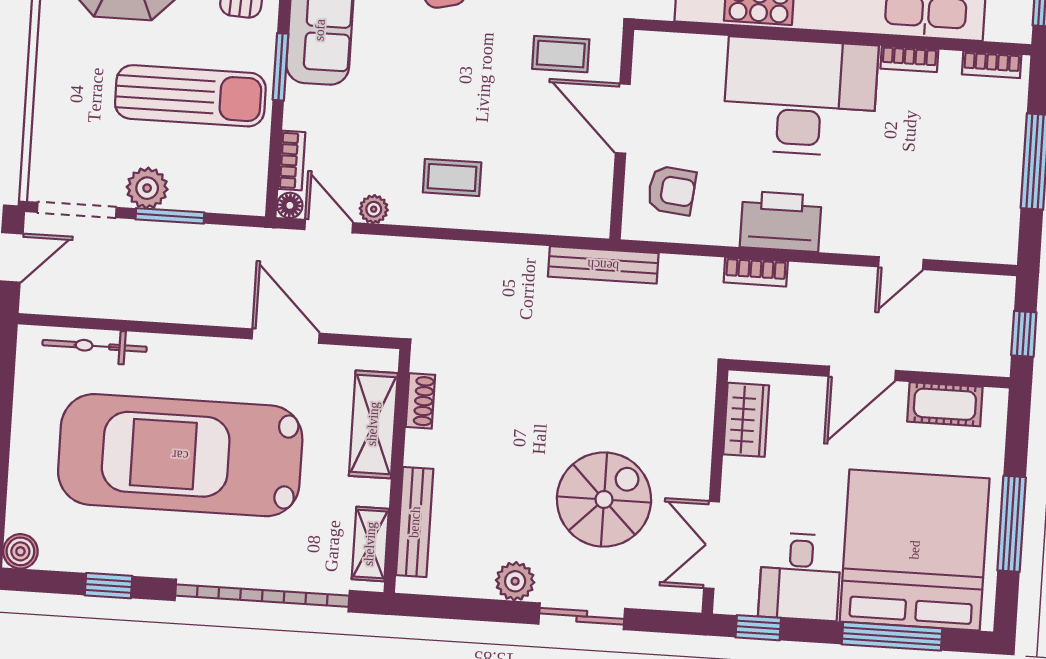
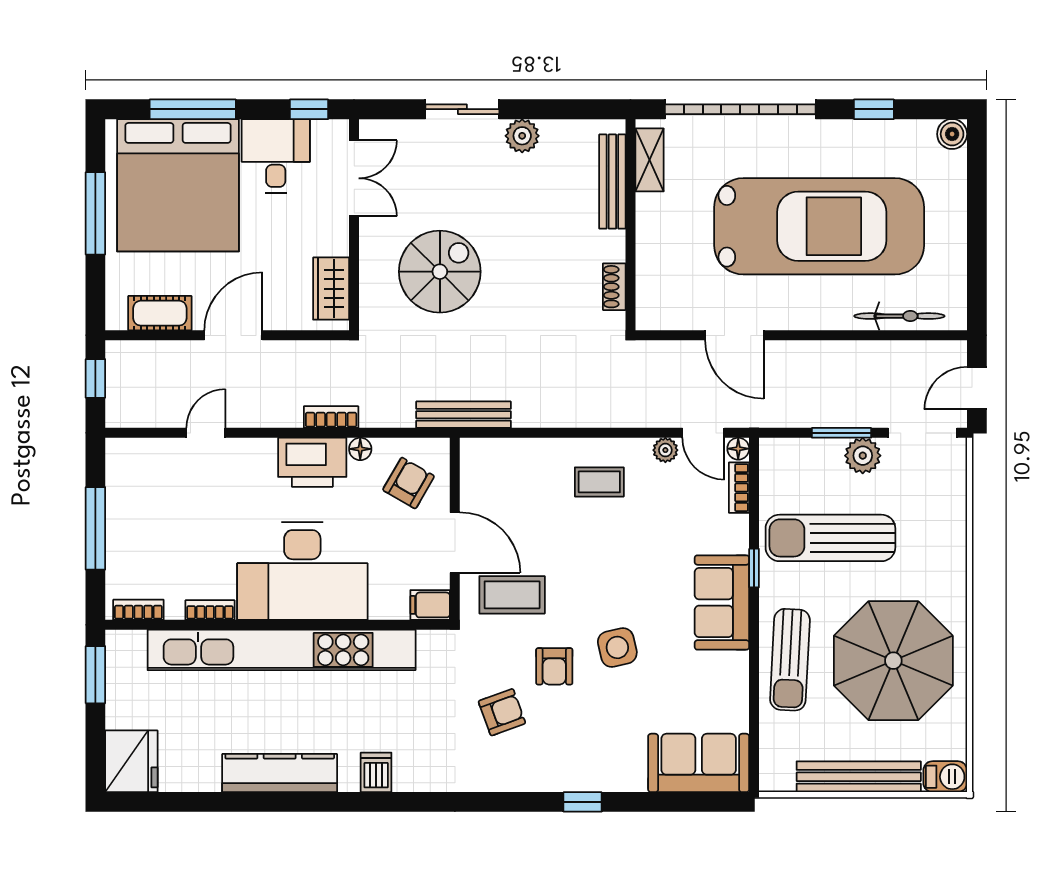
filing cabinet: (656, 49) -> (430, 605), added
coffee table: (561, 54) -> (512, 595), width x1.36, depth x1.30
window: (280, 67) -> (754, 568), width x0.67
armchair: (672, 190) -> (409, 483), turned 114
floor lamp: (725, 233) -> (360, 449), added
shelving: (373, 424) -> (654, 264), removed
spiral stairs: (604, 500) -> (440, 272), moved, turned 180

